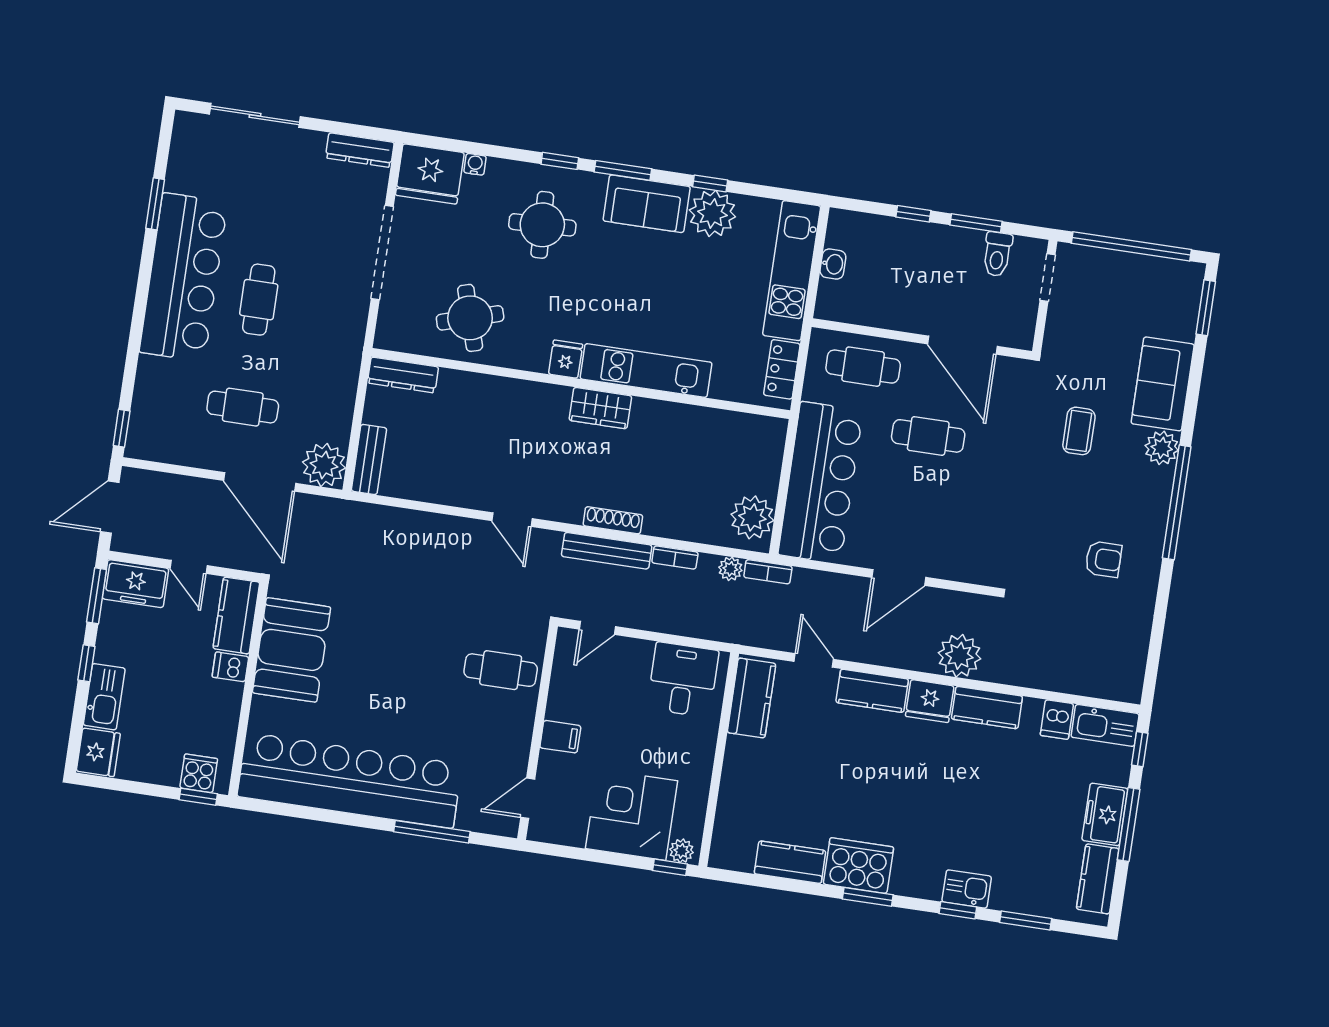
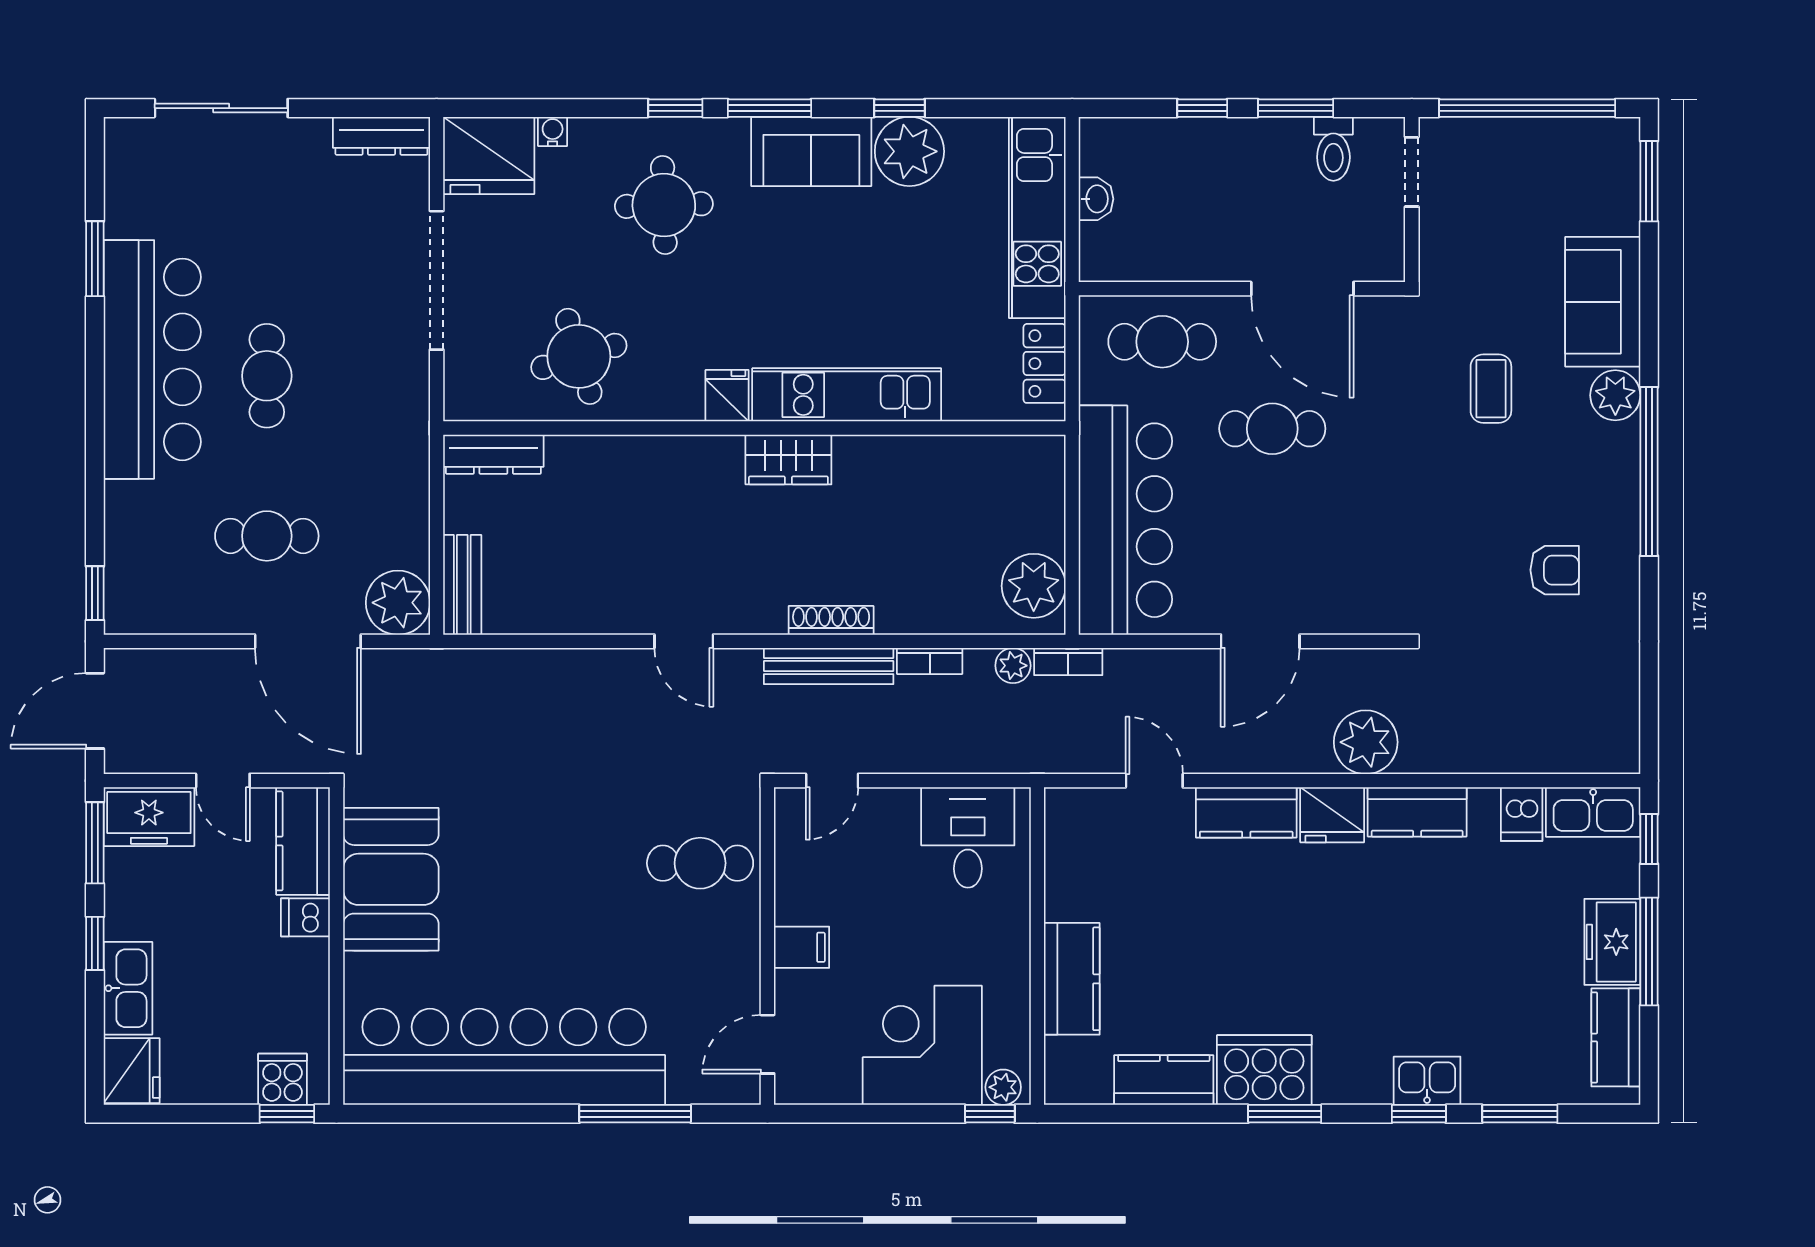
kitchen counter: (751, 698) -> (1072, 979), moved

